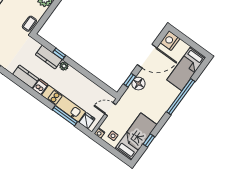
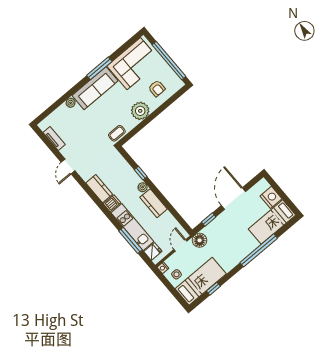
nightstand: (170, 41) -> (271, 197), moved, turned 90
door: (147, 56) -> (233, 199), swing flipped
kitchen counter: (49, 57) -> (154, 203), moved
floor lamp: (138, 84) -> (200, 240), moved
door: (110, 109) -> (180, 245), hinge flipped

